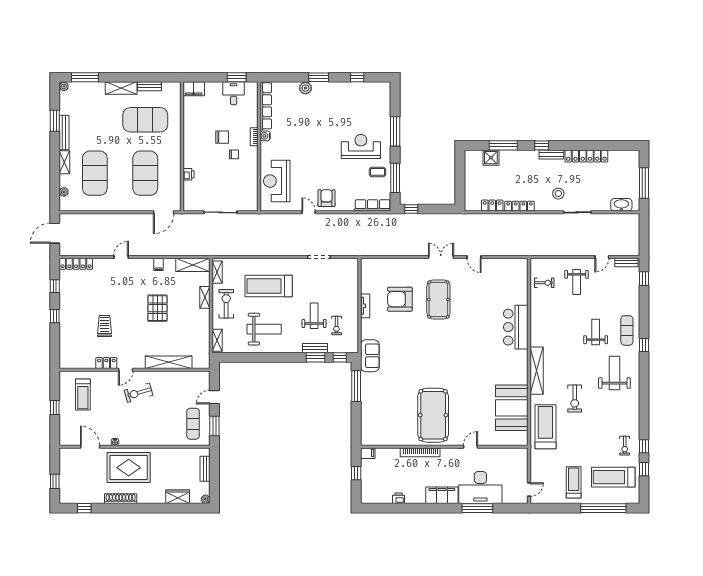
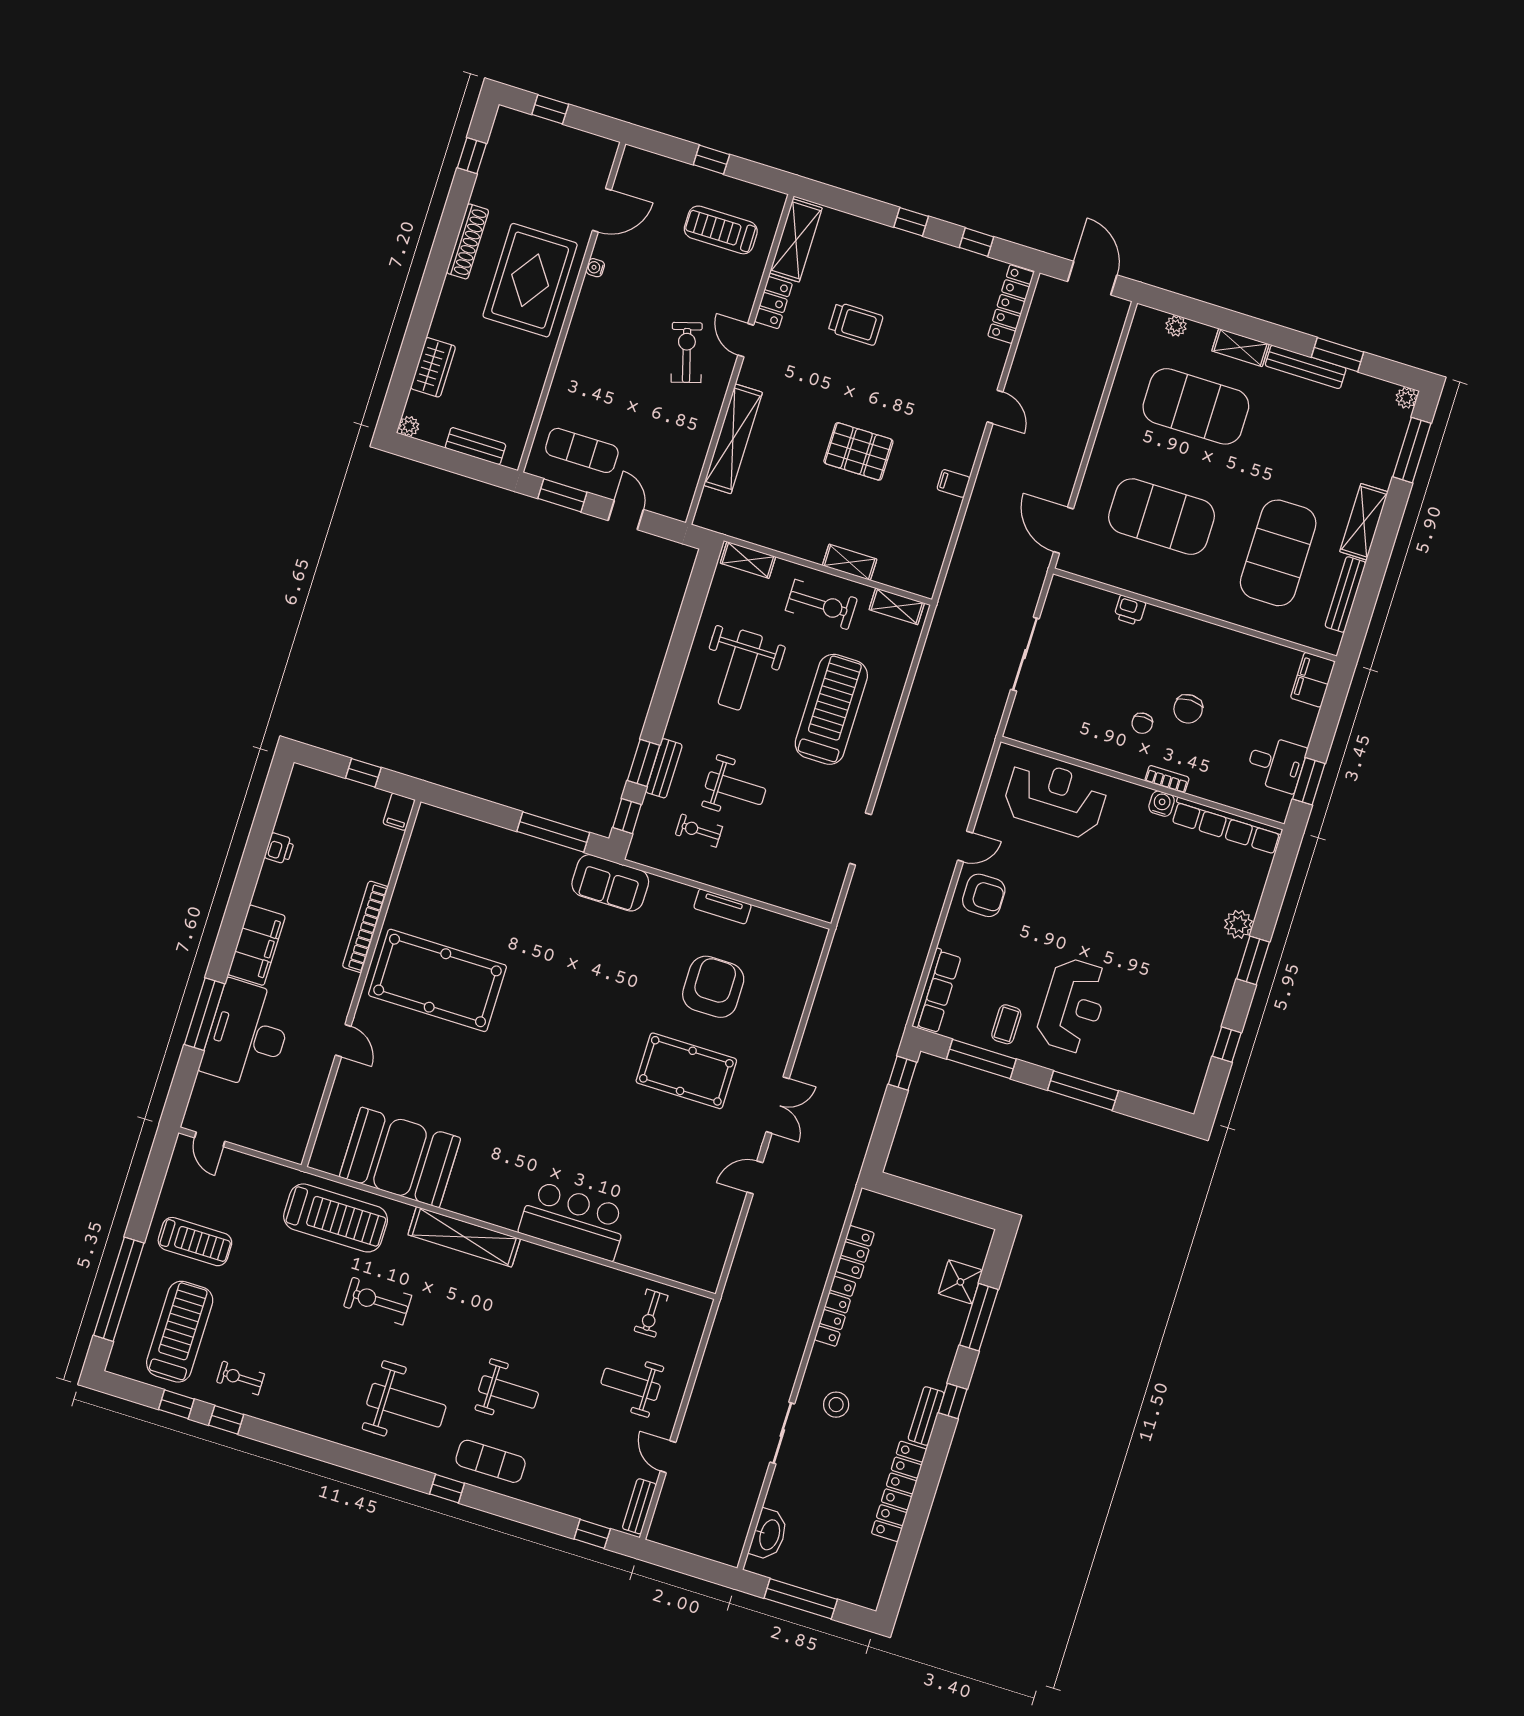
bench: (150, 86) -> (1345, 594), width x1.36
shelving: (193, 265) -> (796, 240), moved

